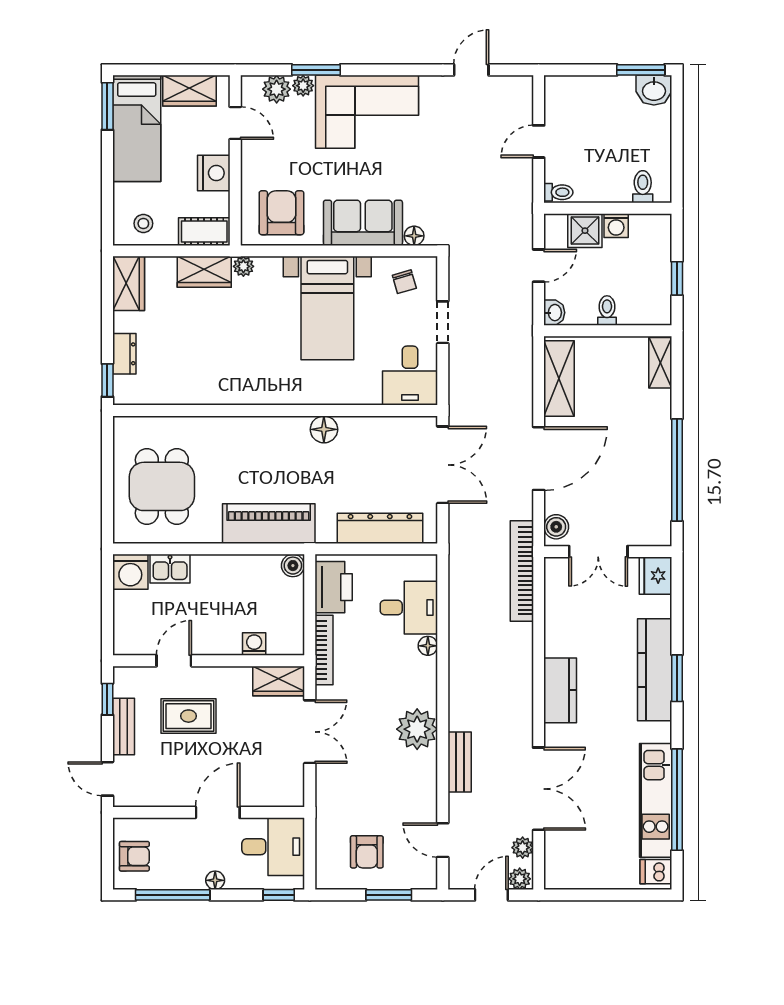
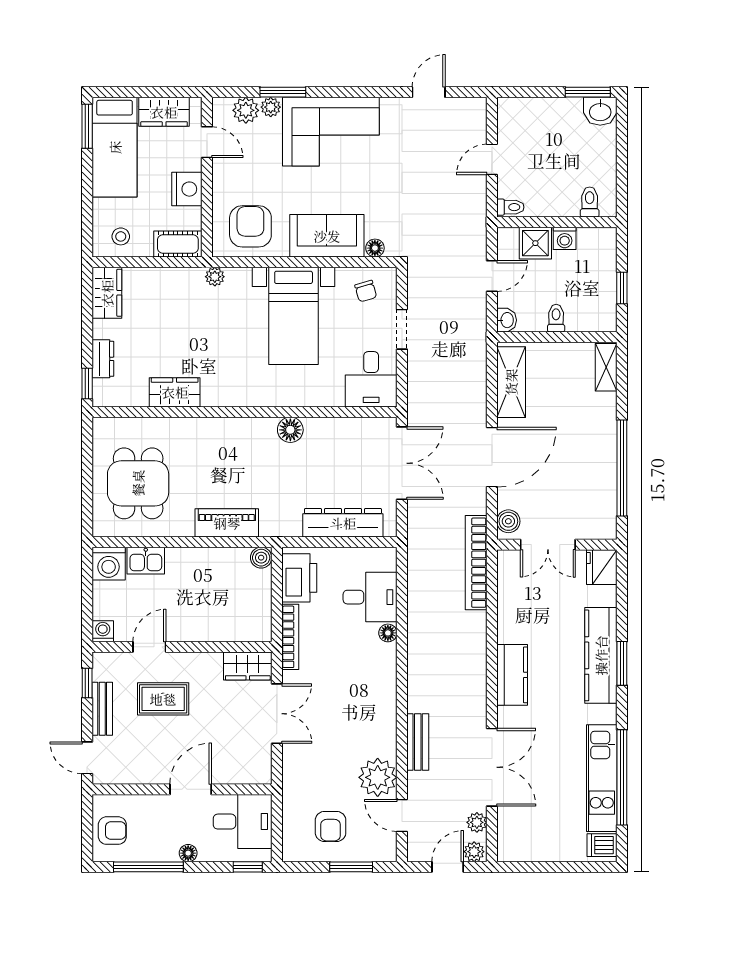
wardrobe: (204, 272) -> (175, 392), moved, turned 180
piano: (269, 524) -> (227, 523), width x0.73, depth x0.75
washing machine: (254, 644) -> (103, 631), moved
plant: (417, 729) -> (378, 777), moved

